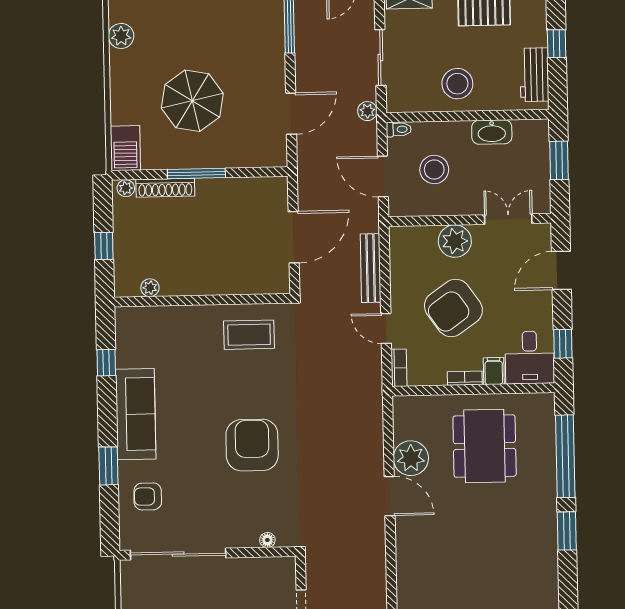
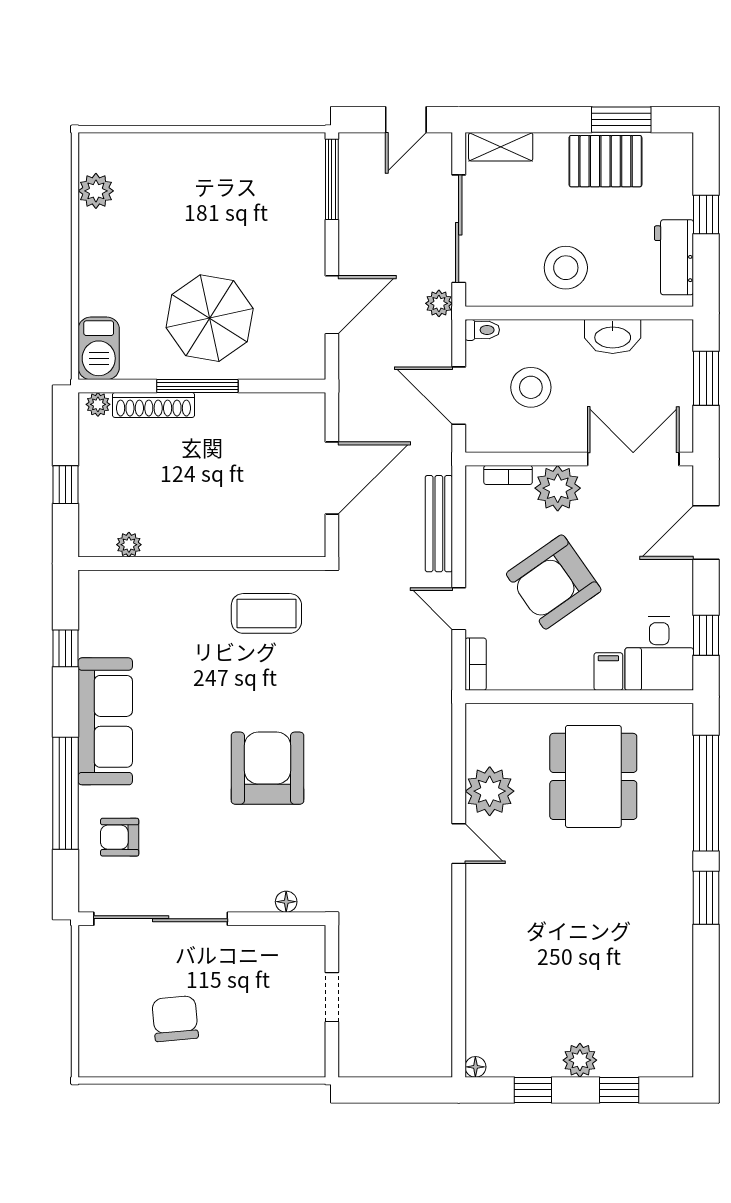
sliding door: (380, 58) -> (459, 229), width x1.37
parasol: (192, 101) -> (210, 318), moved
double door: (508, 219) -> (633, 459), width x1.37
bookcase: (465, 378) -> (508, 475), moved, turned 180
window: (108, 466) -> (66, 793), width x2.11
door: (390, 496) -> (459, 844), width x0.73

